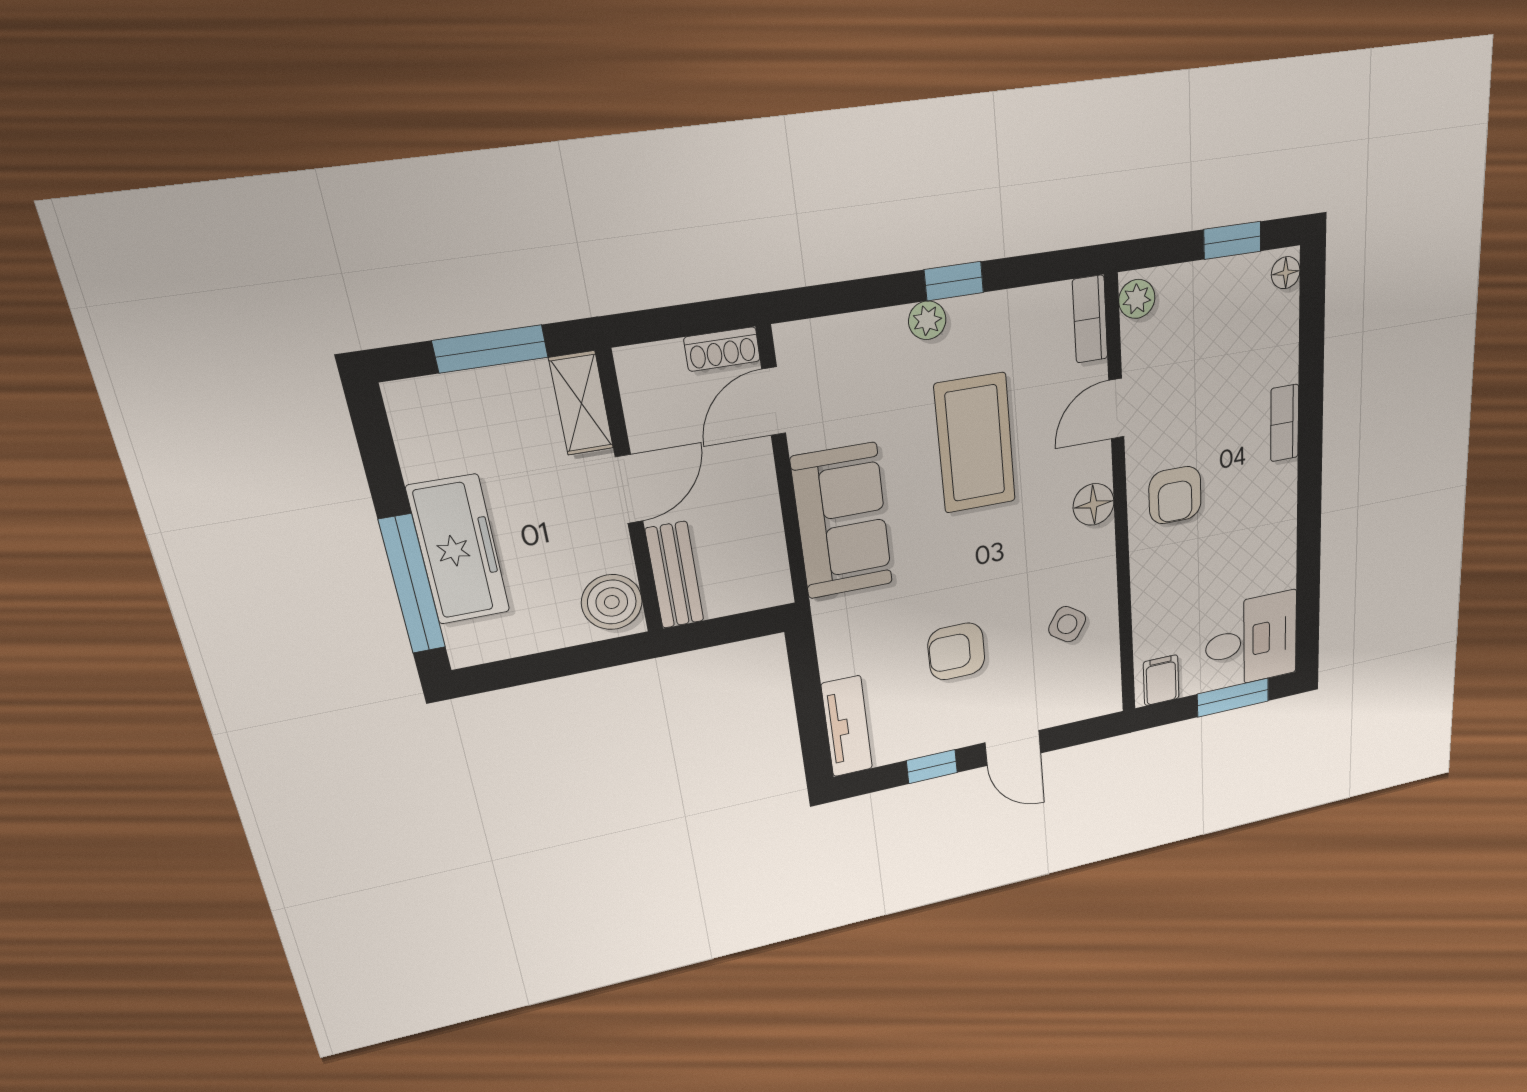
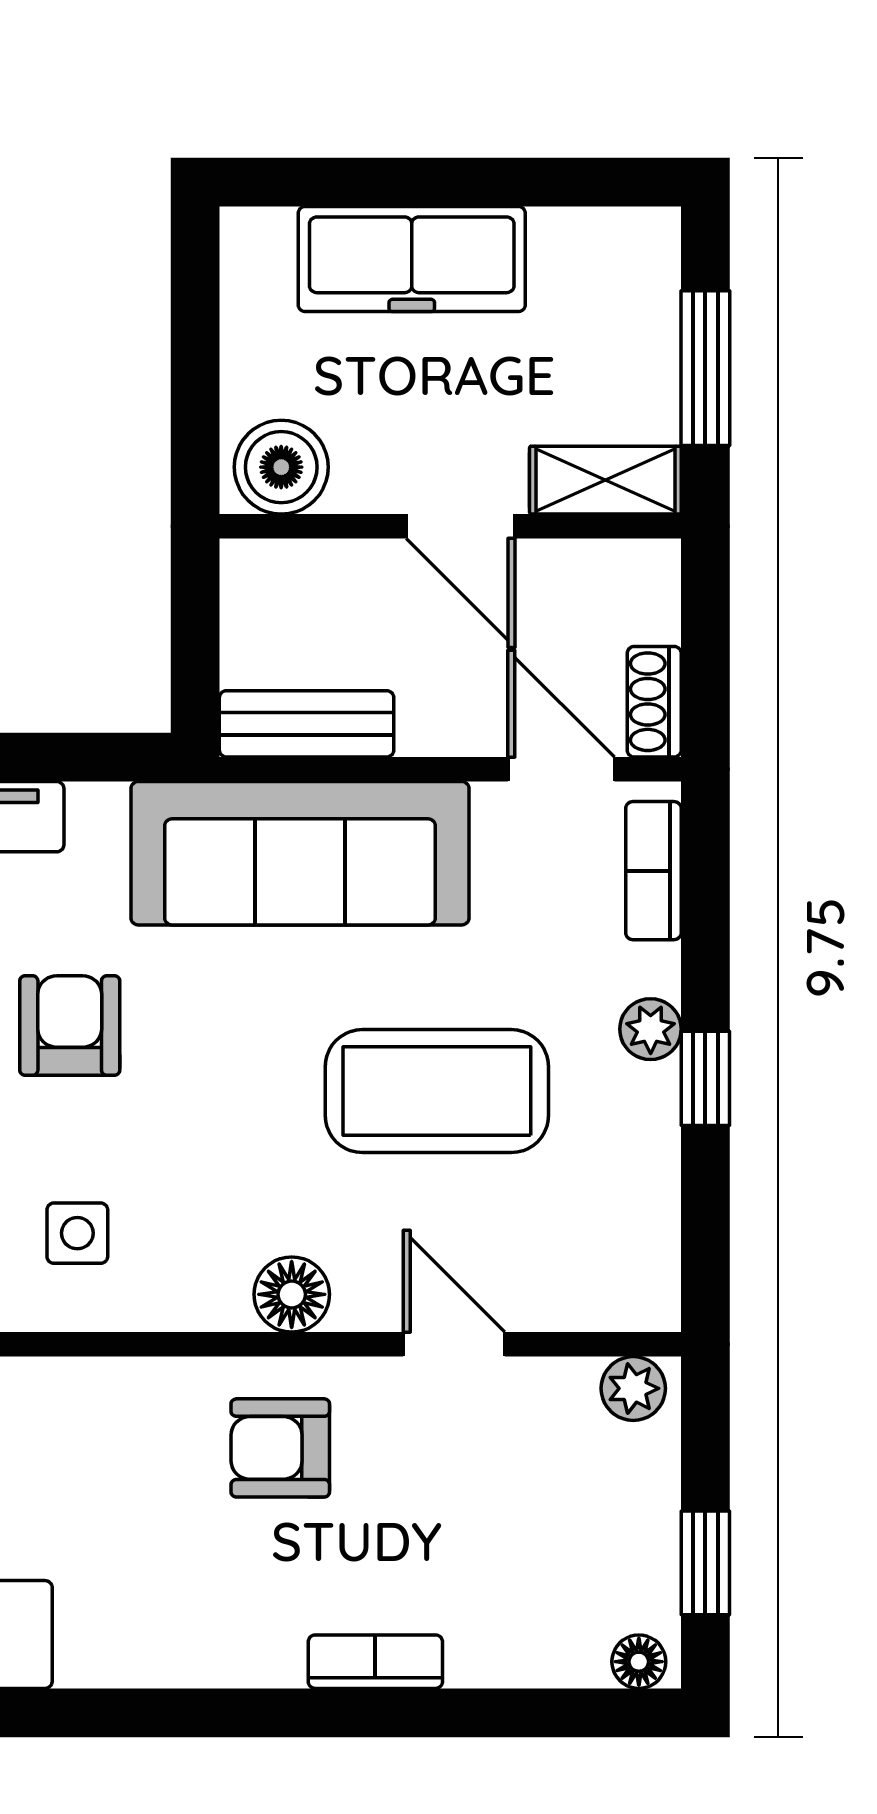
bookcase: (1090, 319) -> (653, 871), moved, turned -90
sofa: (842, 521) -> (300, 853), width x1.36
bench: (675, 575) -> (307, 724), moved
window: (412, 584) -> (371, 182), removed
side table: (1067, 624) -> (77, 1233), turned -33

